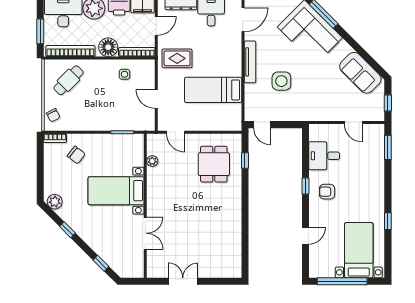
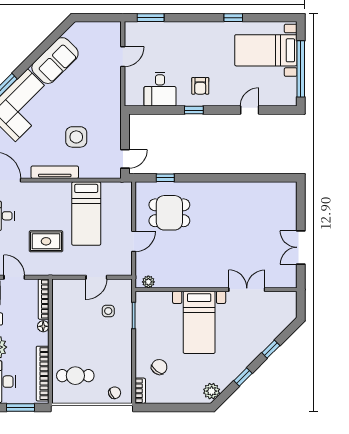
floor lamp: (108, 47) -> (43, 326), width x0.53, depth x0.53
rug: (177, 58) -> (46, 241), moved, turned 90
sofa: (360, 73) -> (55, 61), moved
side table: (125, 74) -> (108, 311), moved
cafe table: (69, 80) -> (75, 376), turned -45
window: (388, 103) -> (101, 18), removed
door: (176, 132) -> (134, 241), moved
plant: (152, 161) -> (148, 282), moved
door: (305, 236) -> (250, 110), hinge flipped
window: (101, 263) -> (271, 349), moved

